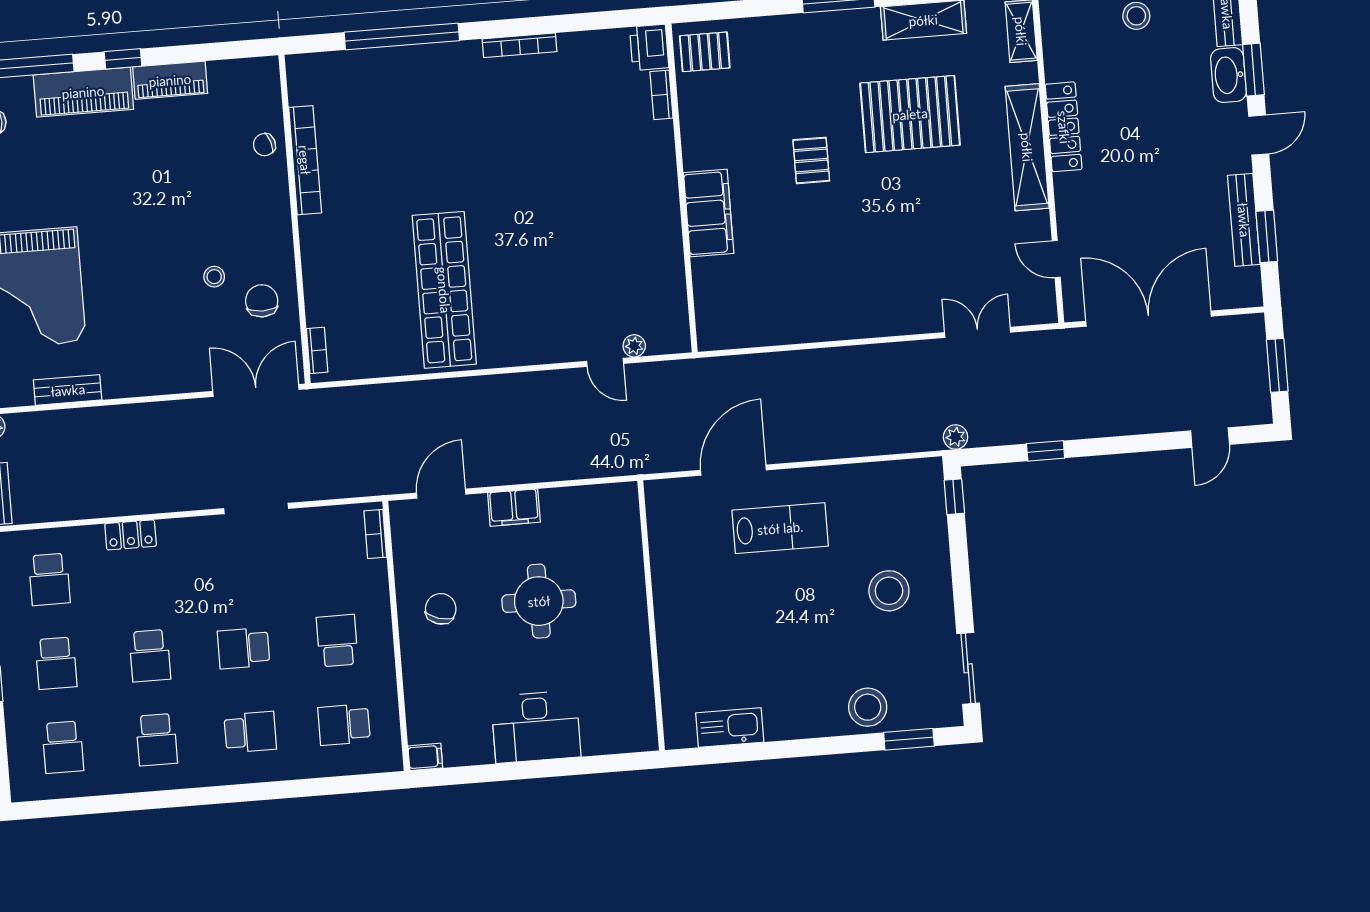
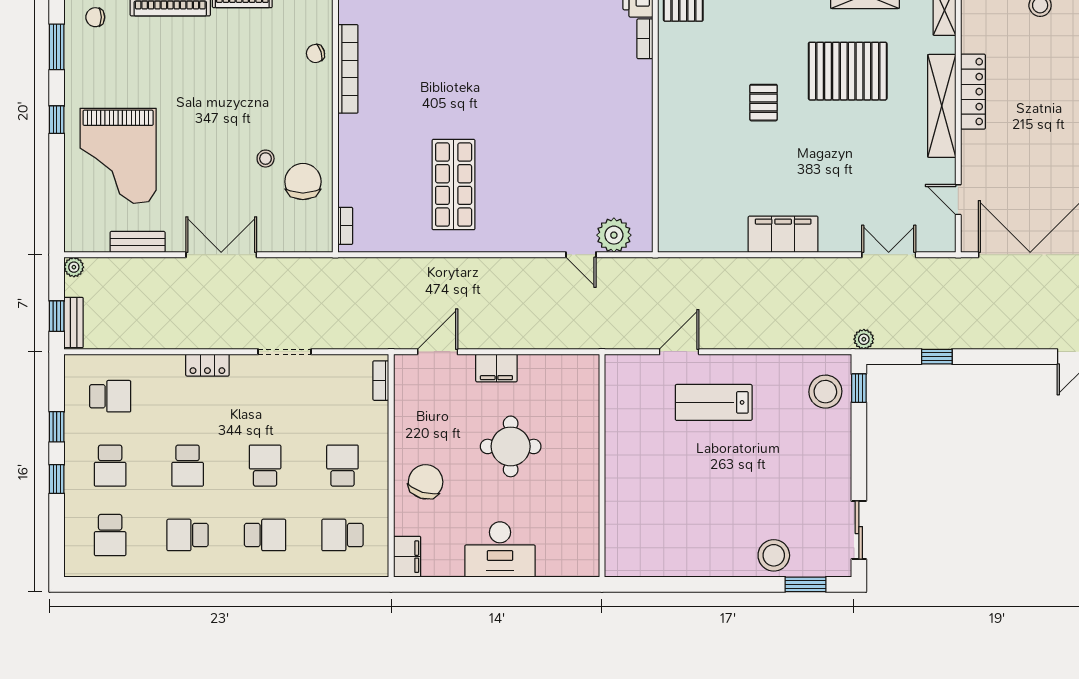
filing cabinet: (709, 213) -> (783, 234), moved, turned -90
shop shelf: (444, 290) -> (454, 185), width x0.71
chair: (262, 301) -> (303, 182), width x1.37, depth x1.37
plant: (634, 346) -> (614, 235), width x1.87, depth x1.87
double door: (256, 390) -> (221, 255), moved
door: (733, 470) -> (679, 352), width x0.73
lab bench: (780, 528) -> (714, 402), turned 180
locker: (131, 535) -> (207, 365), moved
school desk: (49, 579) -> (110, 396), turned -90
stool: (889, 591) -> (825, 392), moved
chair: (441, 609) -> (426, 482), moved, width x1.37, depth x1.37
school desk: (244, 648) -> (265, 466), turned 90
kitchen sink: (730, 727) -> (659, 563), removed
school desk: (157, 740) -> (188, 535), turned 90
filing cabinet: (425, 757) -> (407, 557), width x2.00

